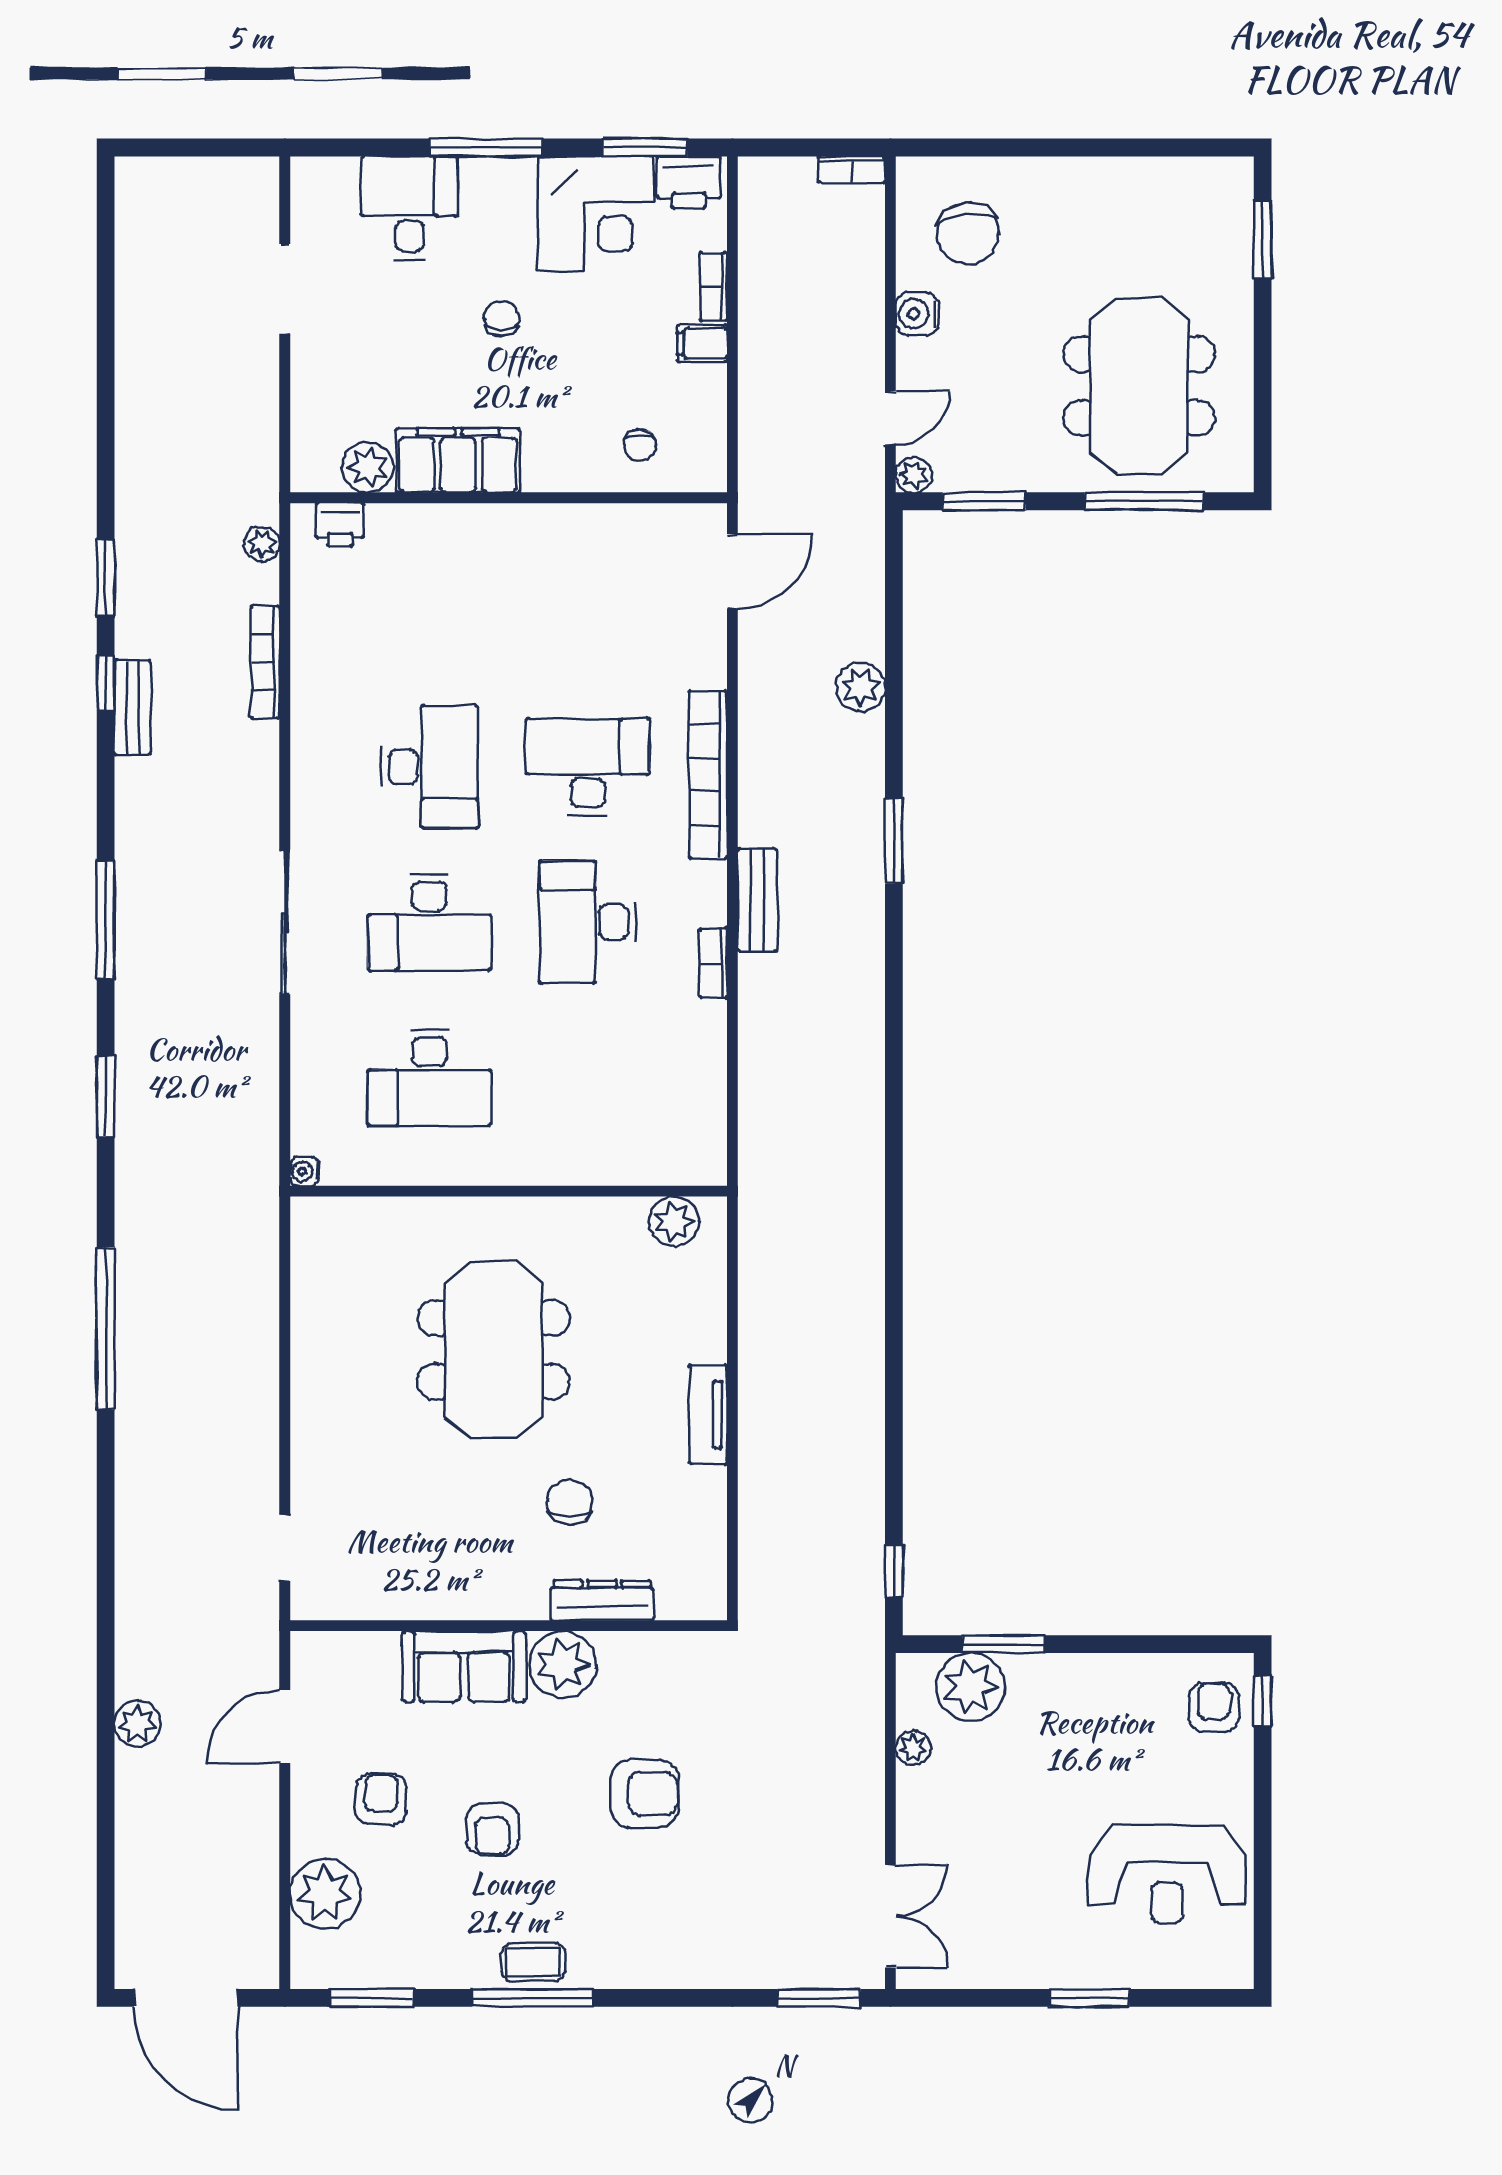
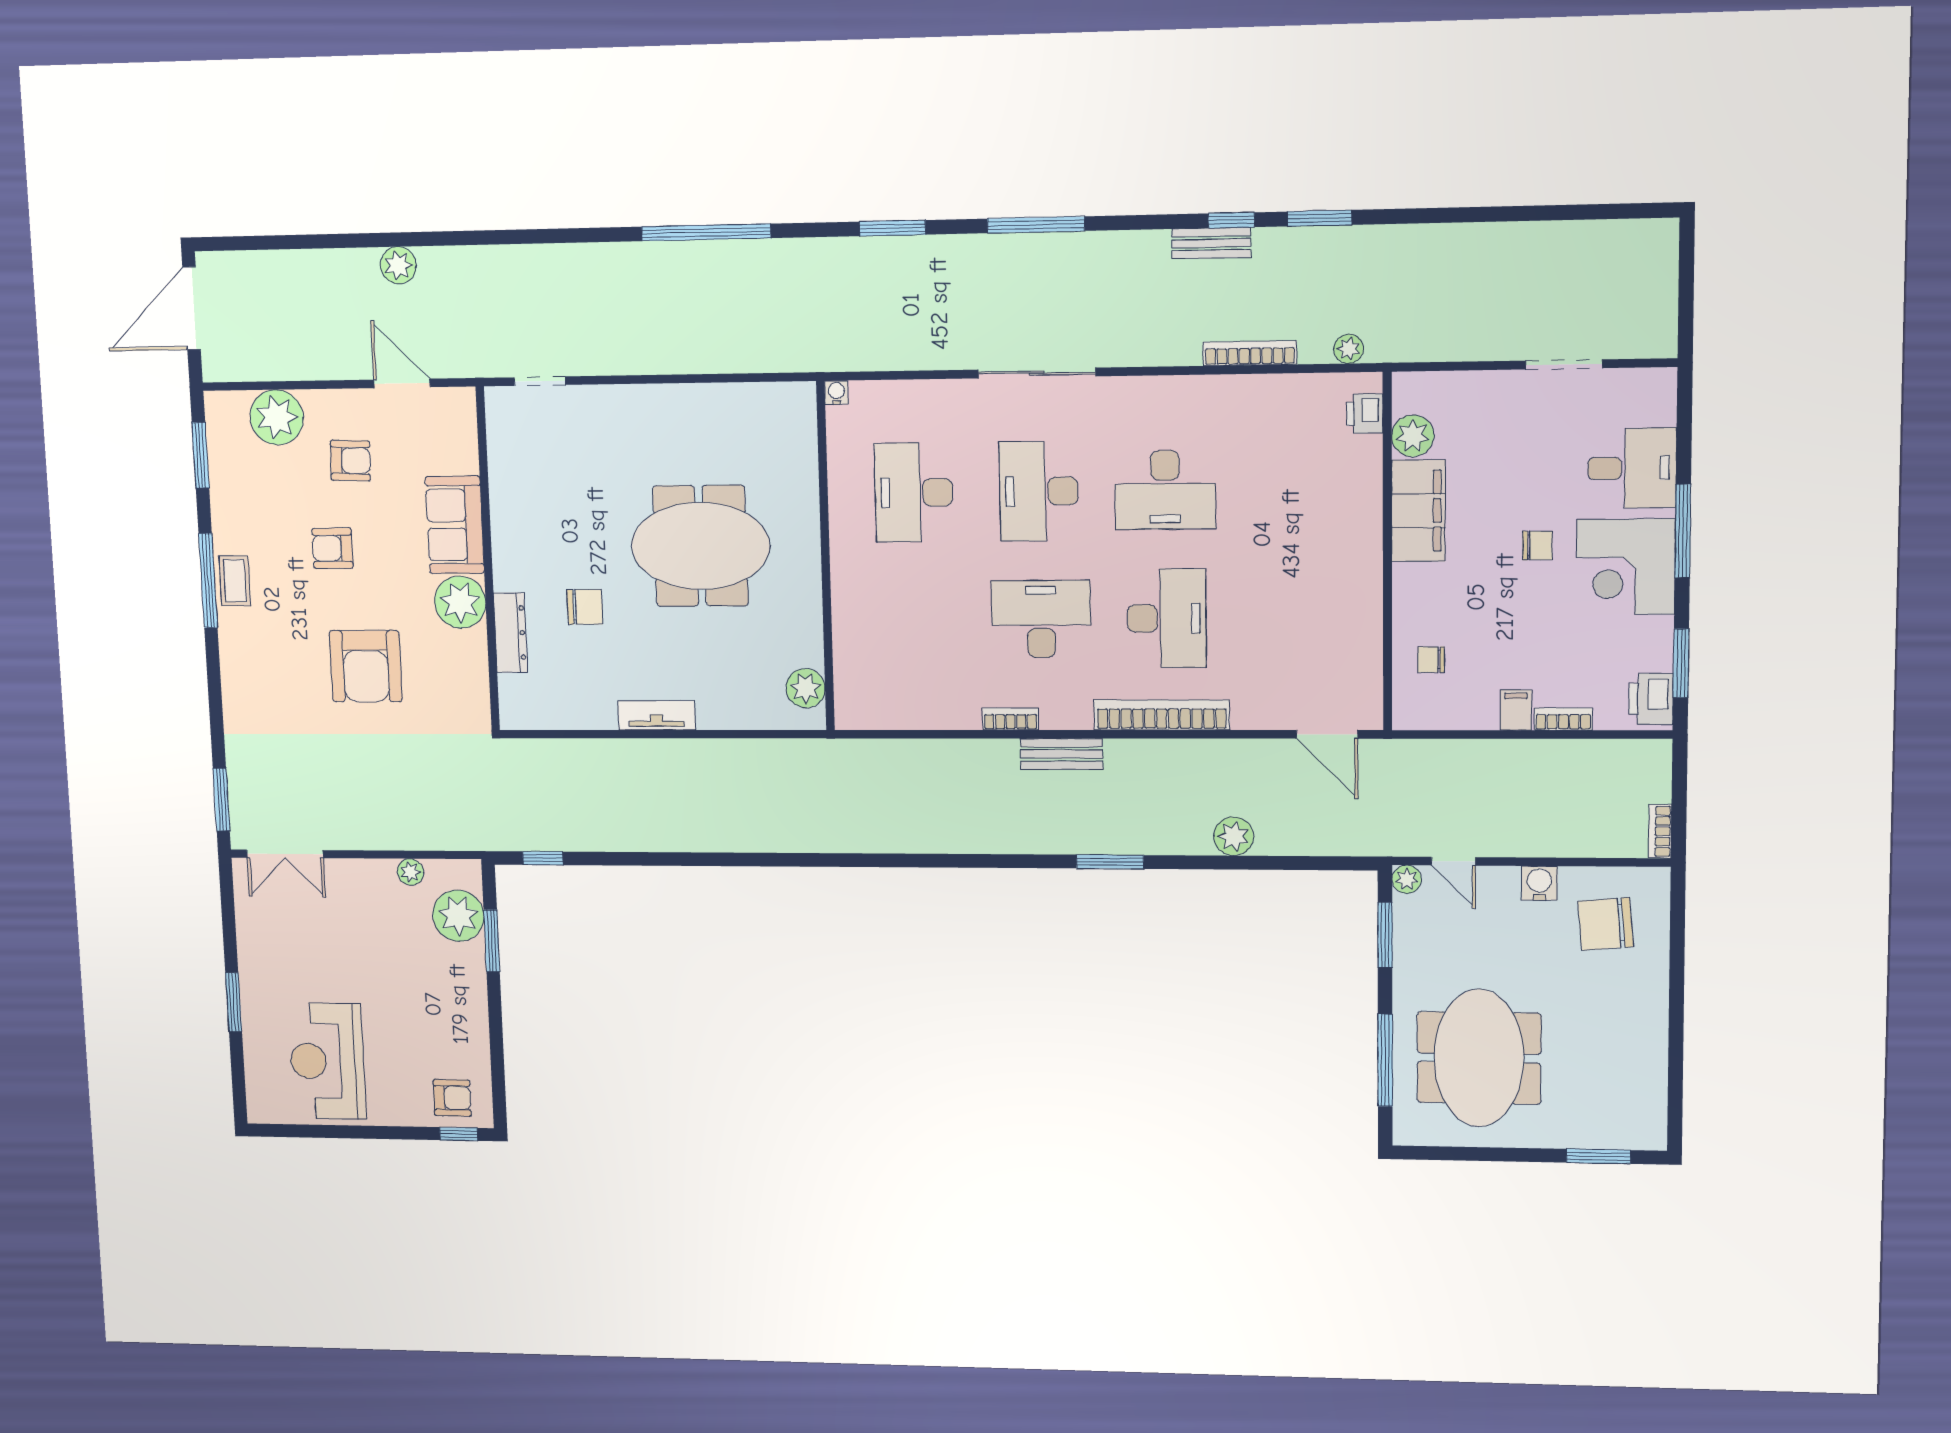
corner desk: (596, 214) -> (1626, 567), moved
meeting table: (1139, 386) -> (1479, 1058), turned 90
armchair: (644, 1794) -> (366, 666), width x1.36, depth x1.36

